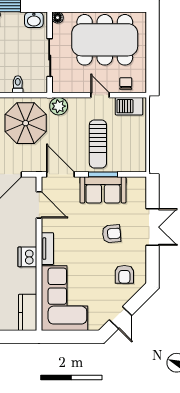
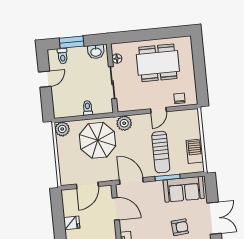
floor lamp: (58, 18) -> (117, 59), moved
dining table: (105, 40) -> (158, 63), width x0.73, depth x0.80
door: (100, 95) -> (158, 110), swing flipped
barbecue: (129, 106) -> (195, 151), moved, turned 90
sofa: (103, 190) -> (184, 189), moved

